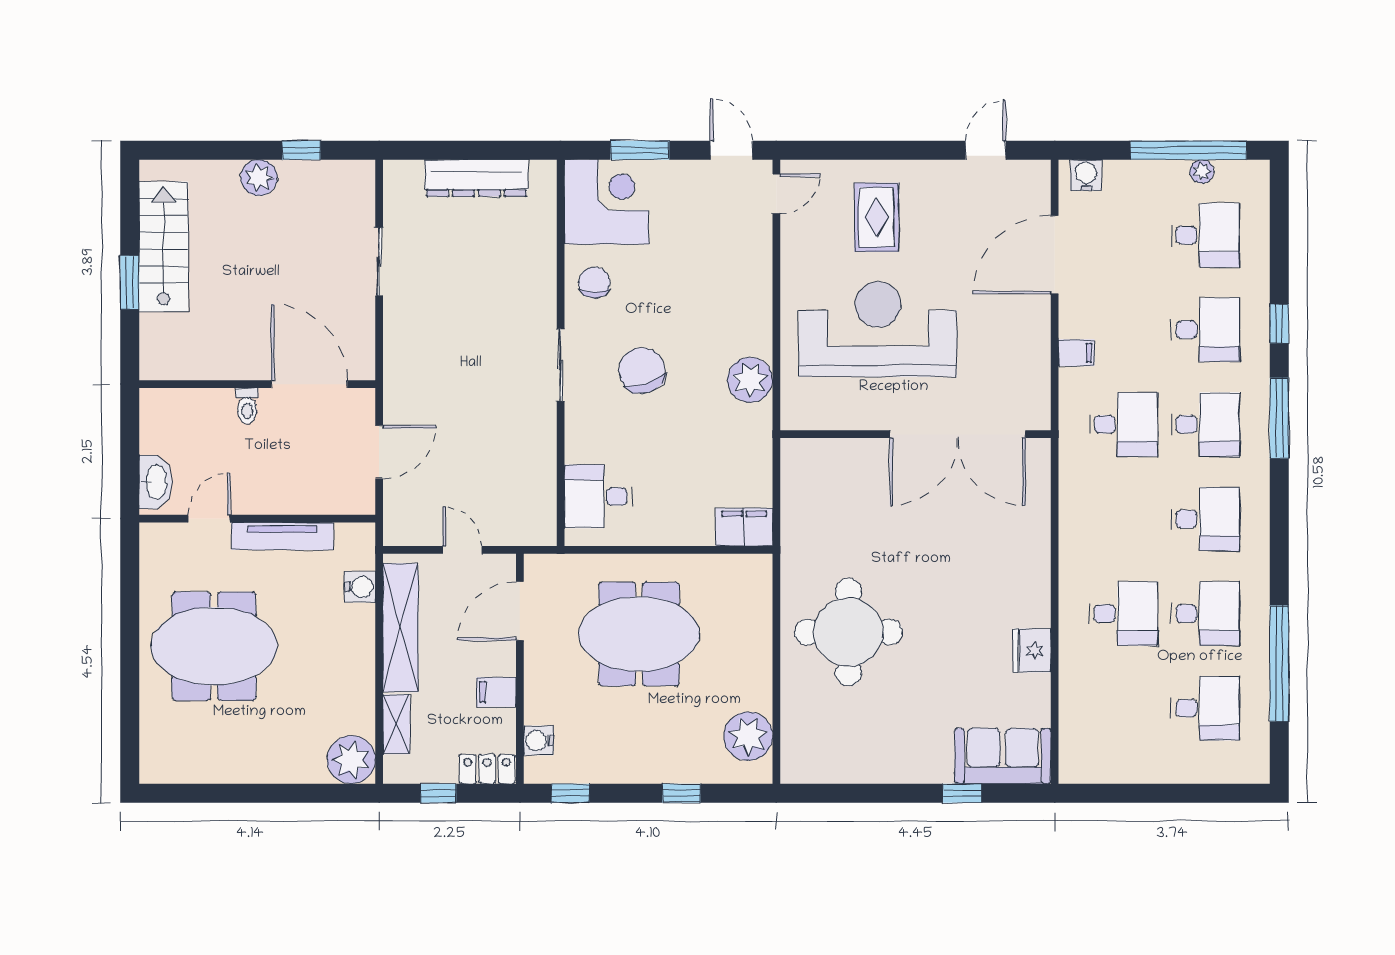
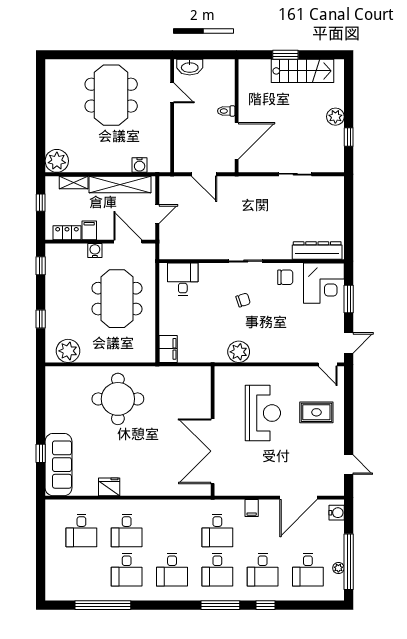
dresser: (476, 178) -> (317, 250), moved, turned 90
door: (1055, 255) -> (298, 498), swing flipped
reception desk: (878, 329) -> (263, 413), width x0.74, depth x0.77
chair: (642, 370) -> (243, 300), width x0.54, depth x0.54
tv unit: (282, 536) -> (164, 128), removed
desk: (1205, 708) -> (81, 530), moved
water cooler: (538, 741) -> (95, 251), moved
sofa: (1003, 756) -> (59, 465), width x1.36
locker: (487, 769) -> (67, 233), moved, turned -90

